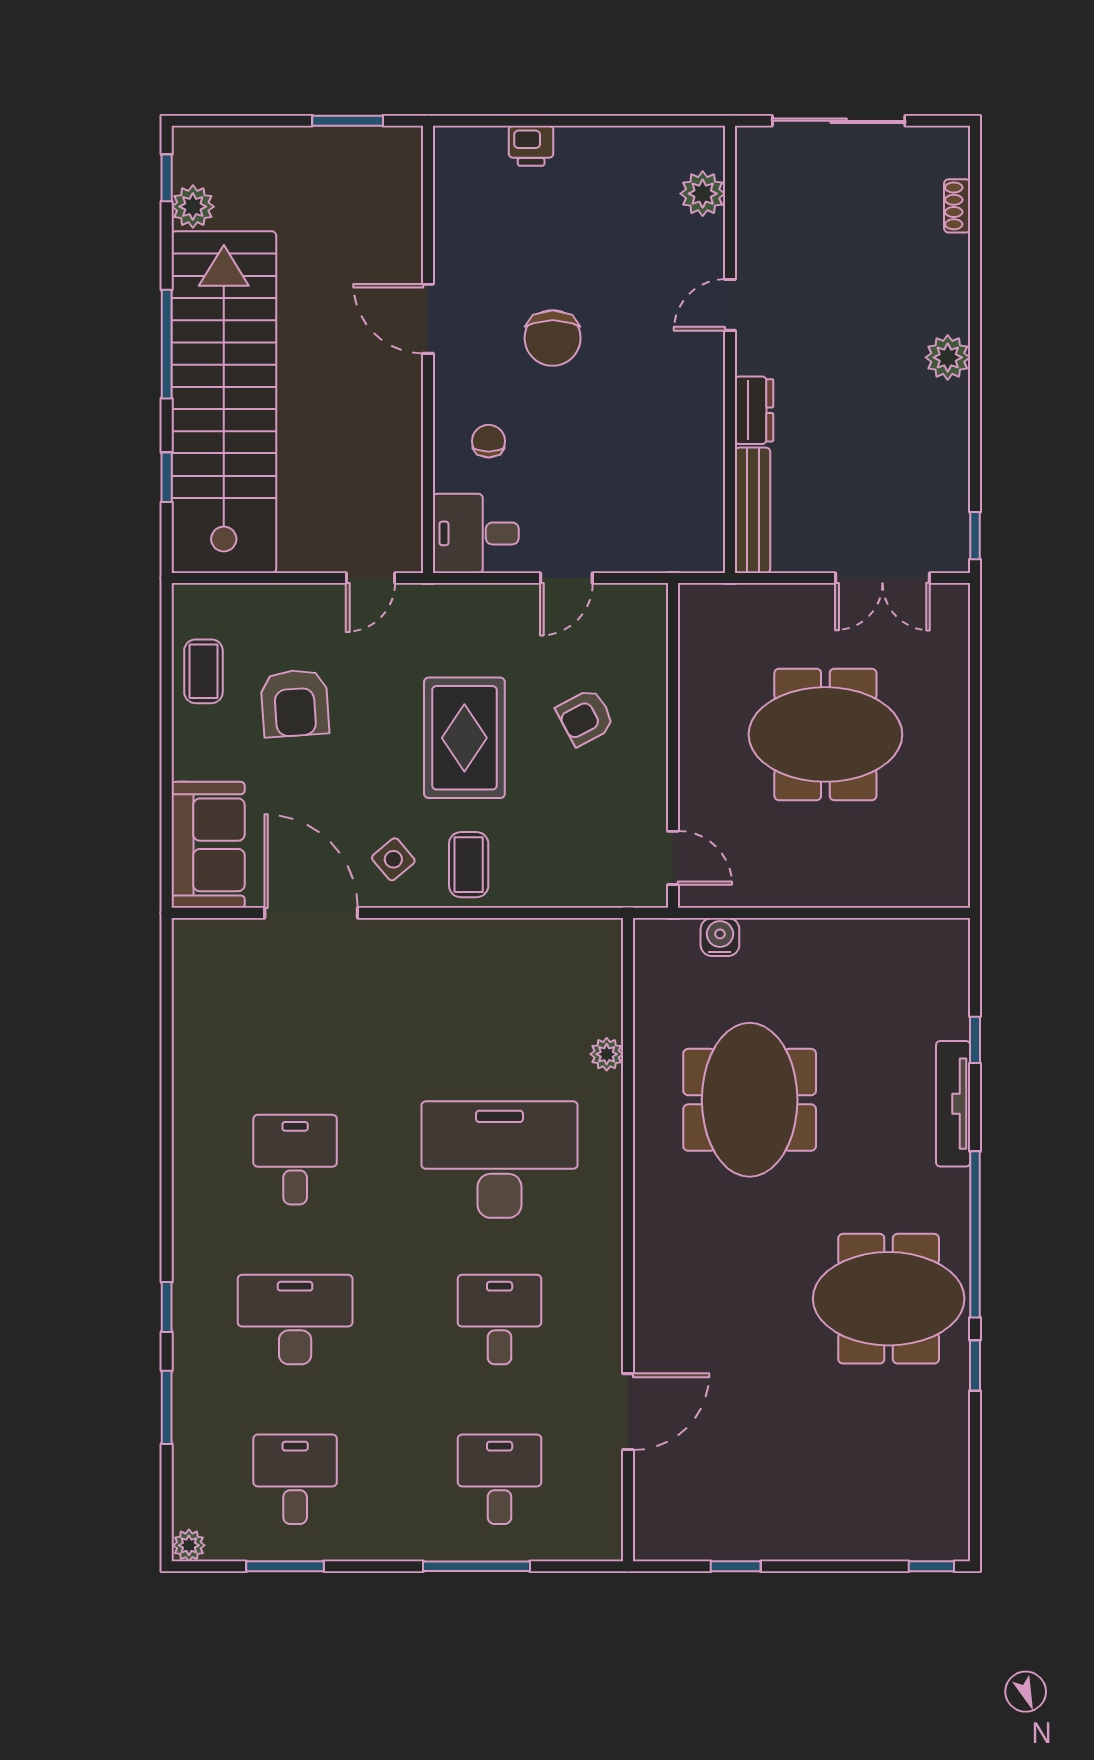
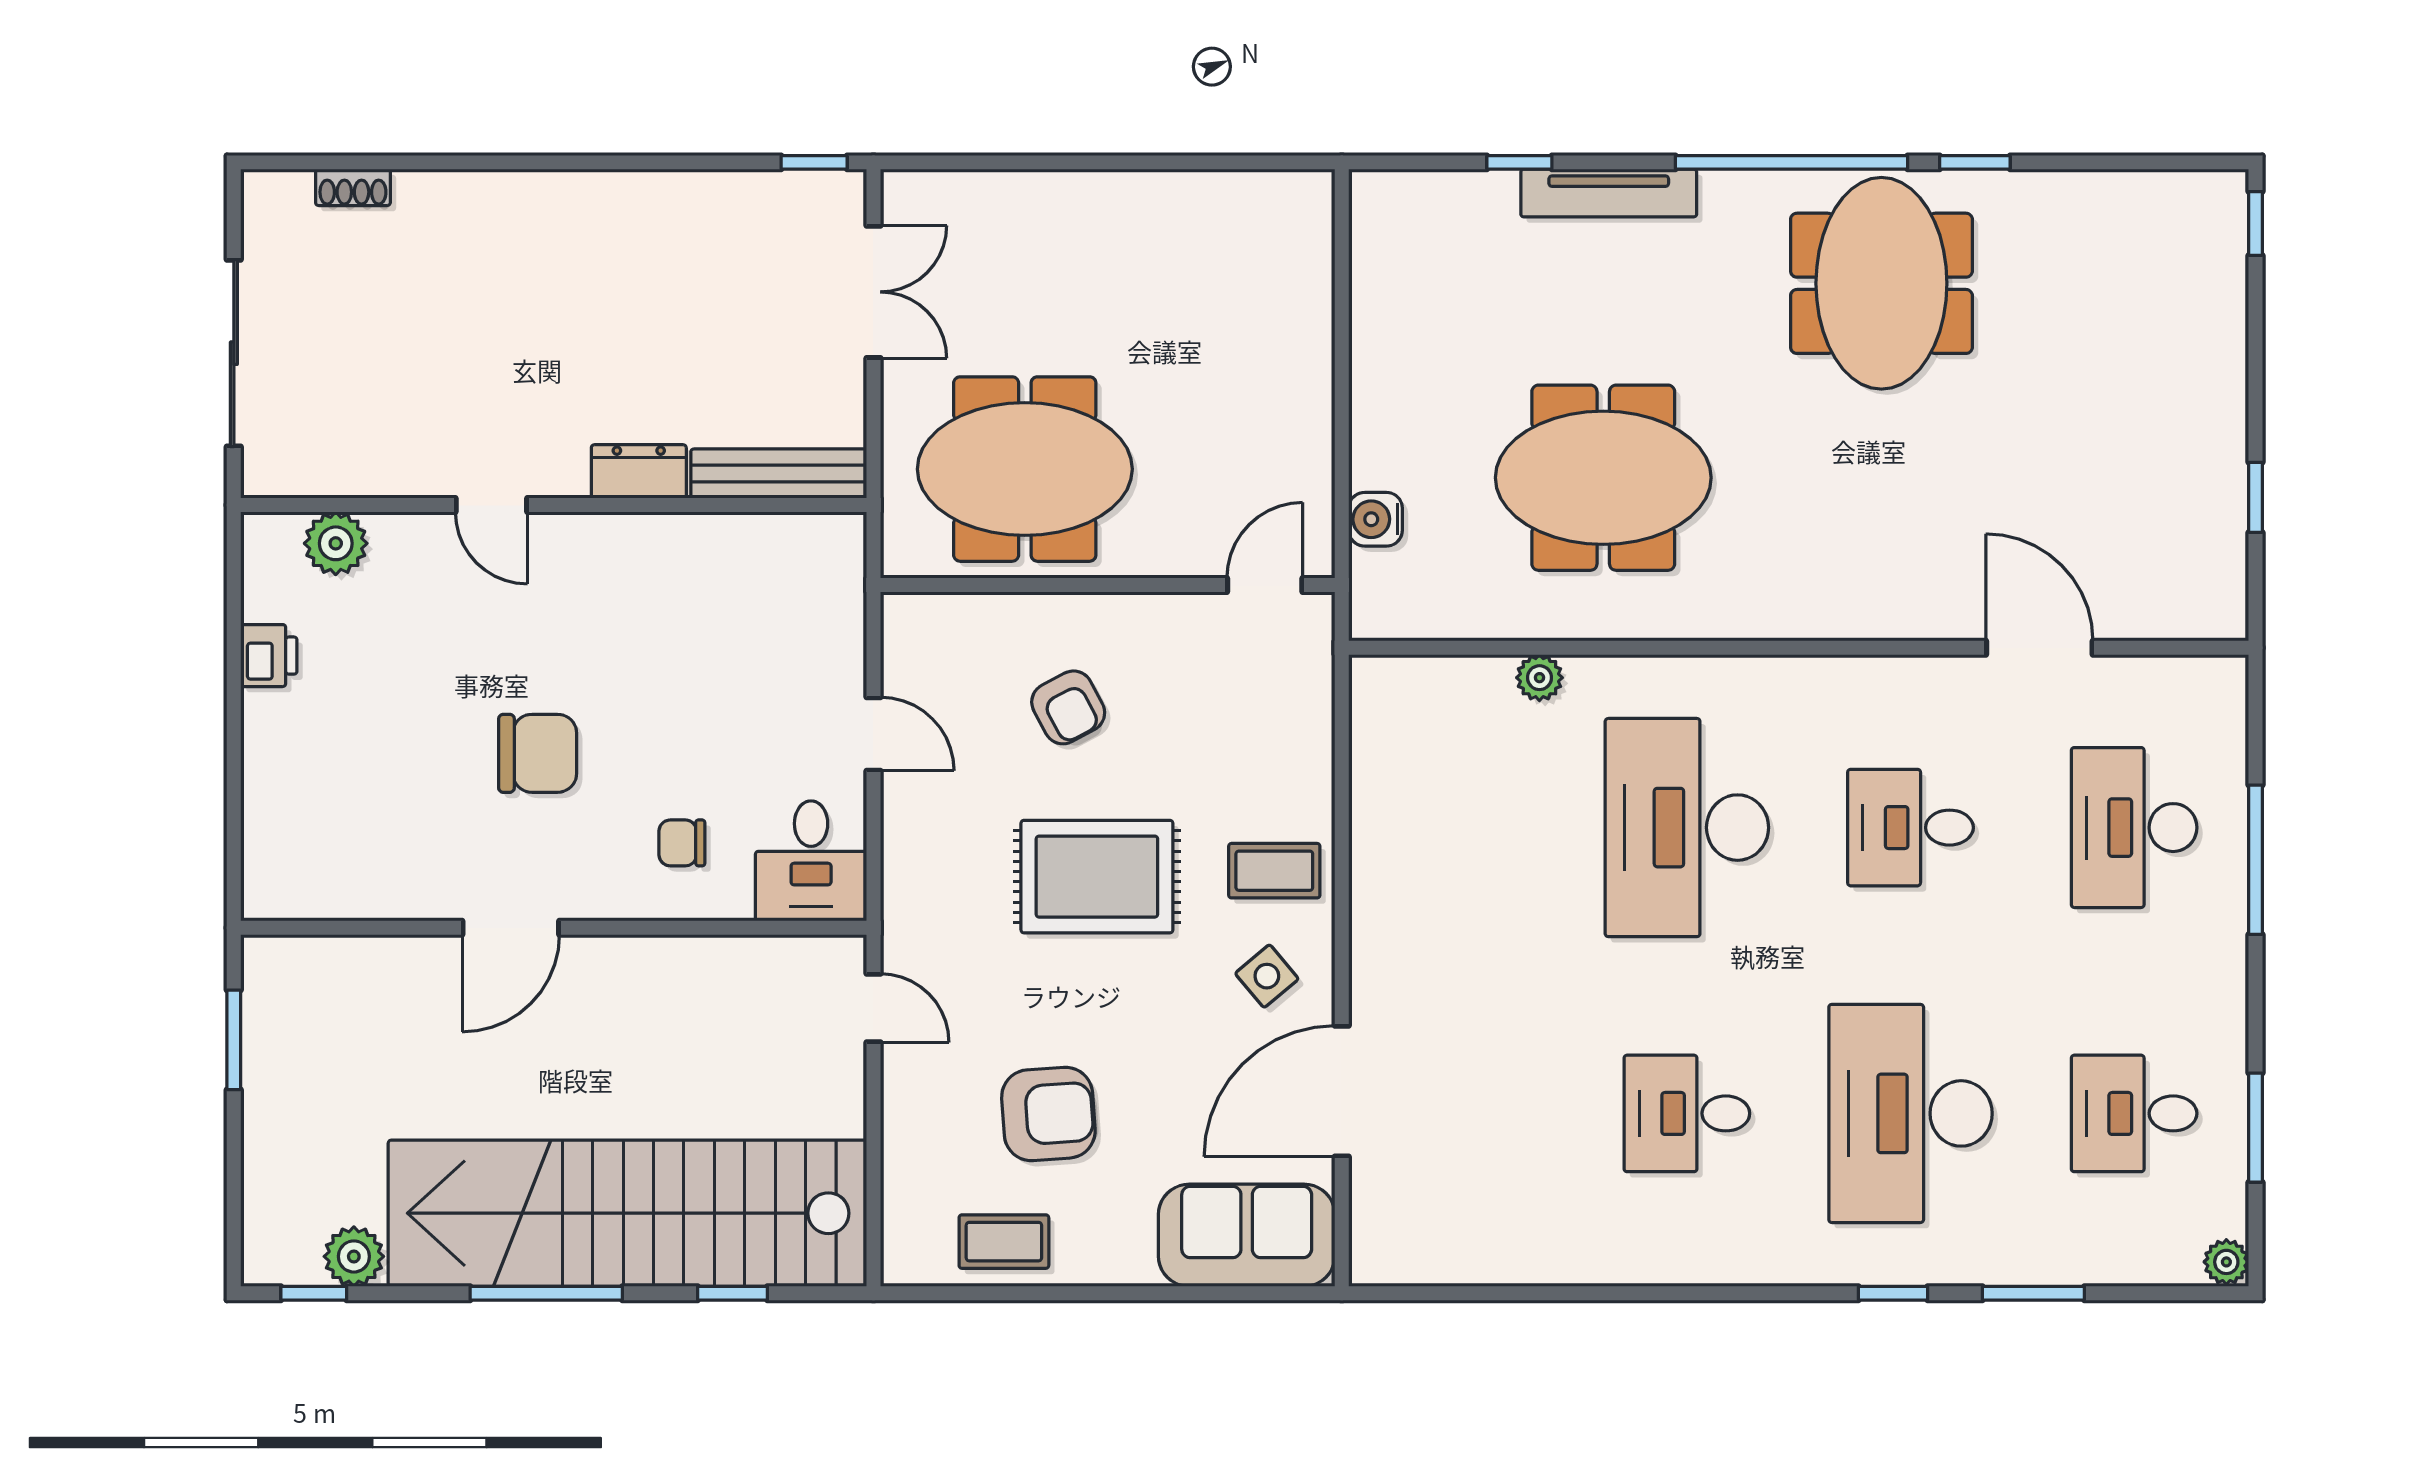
printer: (531, 146) -> (269, 656), moved
plant: (948, 357) -> (565, 201), removed
meeting table: (825, 734) -> (1025, 469), moved, turned 90
desk: (295, 1319) -> (1910, 1113), width x1.36, depth x1.30
desk: (500, 1479) -> (2134, 828), width x1.37

